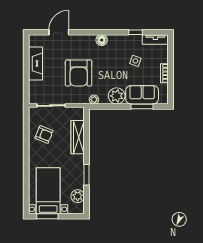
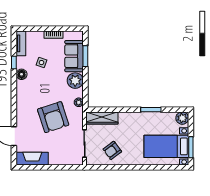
floor lamp: (102, 40) -> (22, 74), moved
fireplace: (35, 64) -> (32, 159), moved
armchair: (79, 73) -> (53, 117), turned 72
armchair: (44, 134) -> (112, 150), turned -149
wardrobe: (78, 137) -> (102, 118), moved
plant: (78, 196) -> (182, 118), moved

